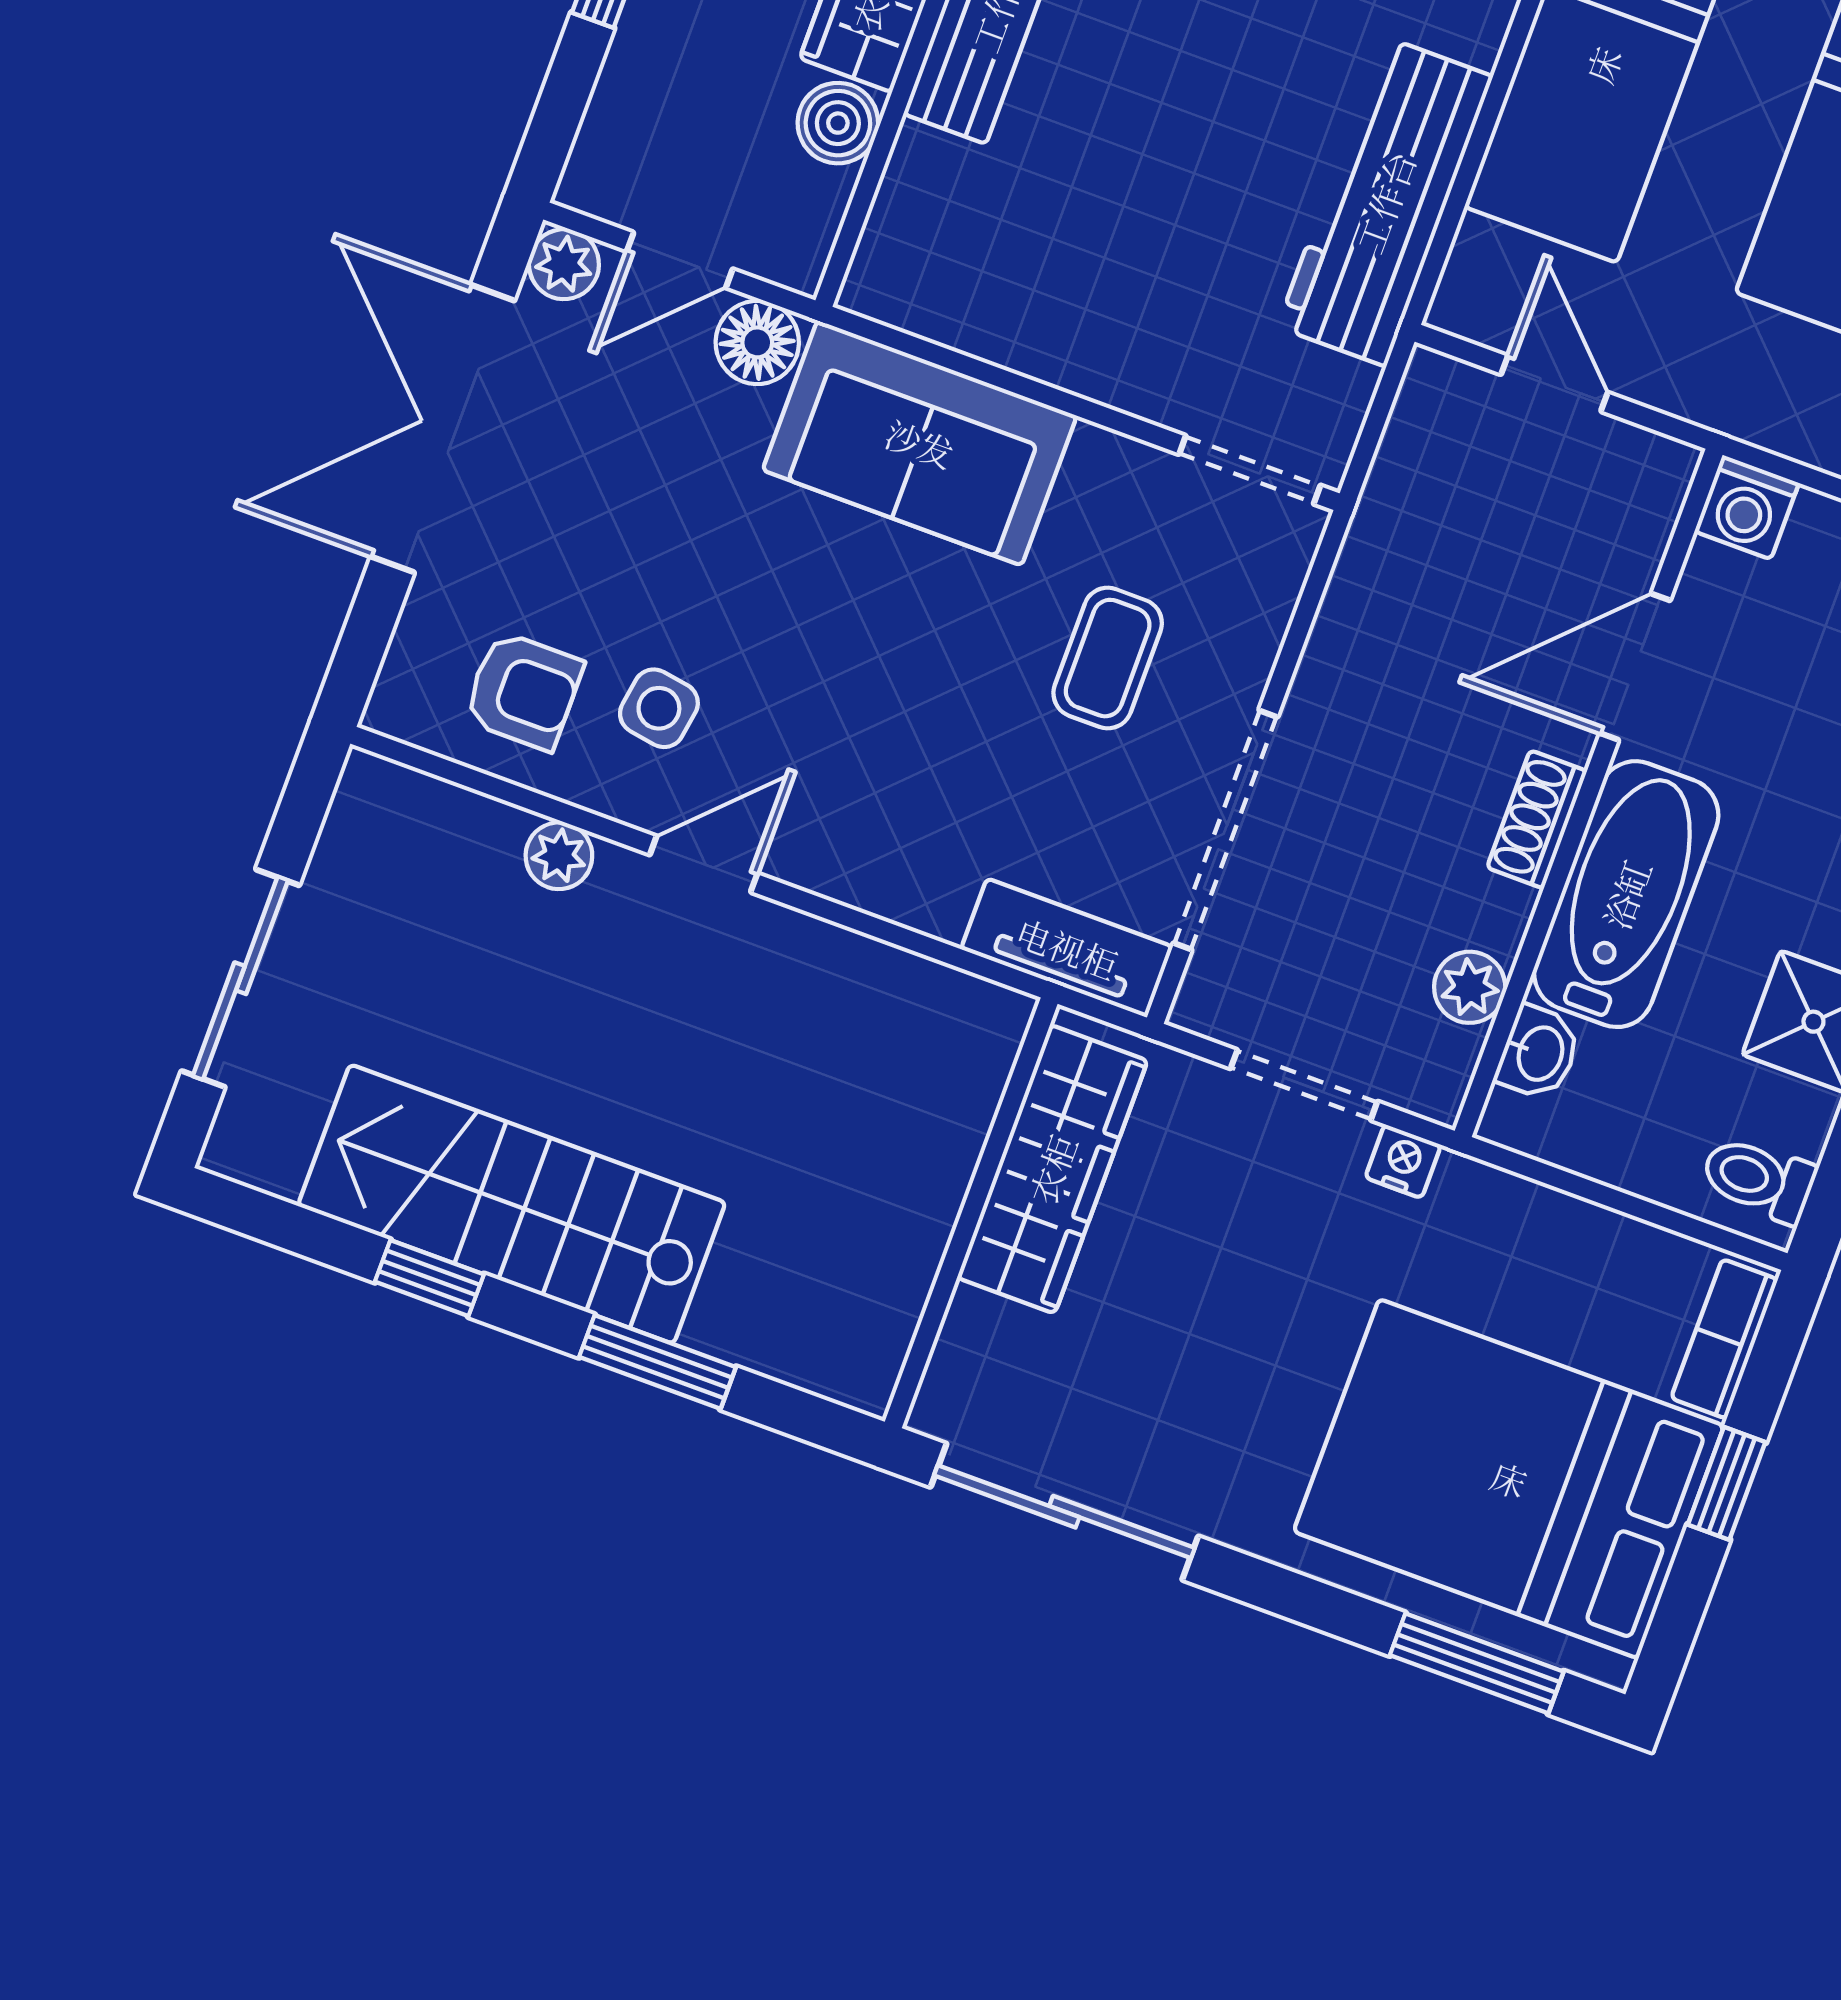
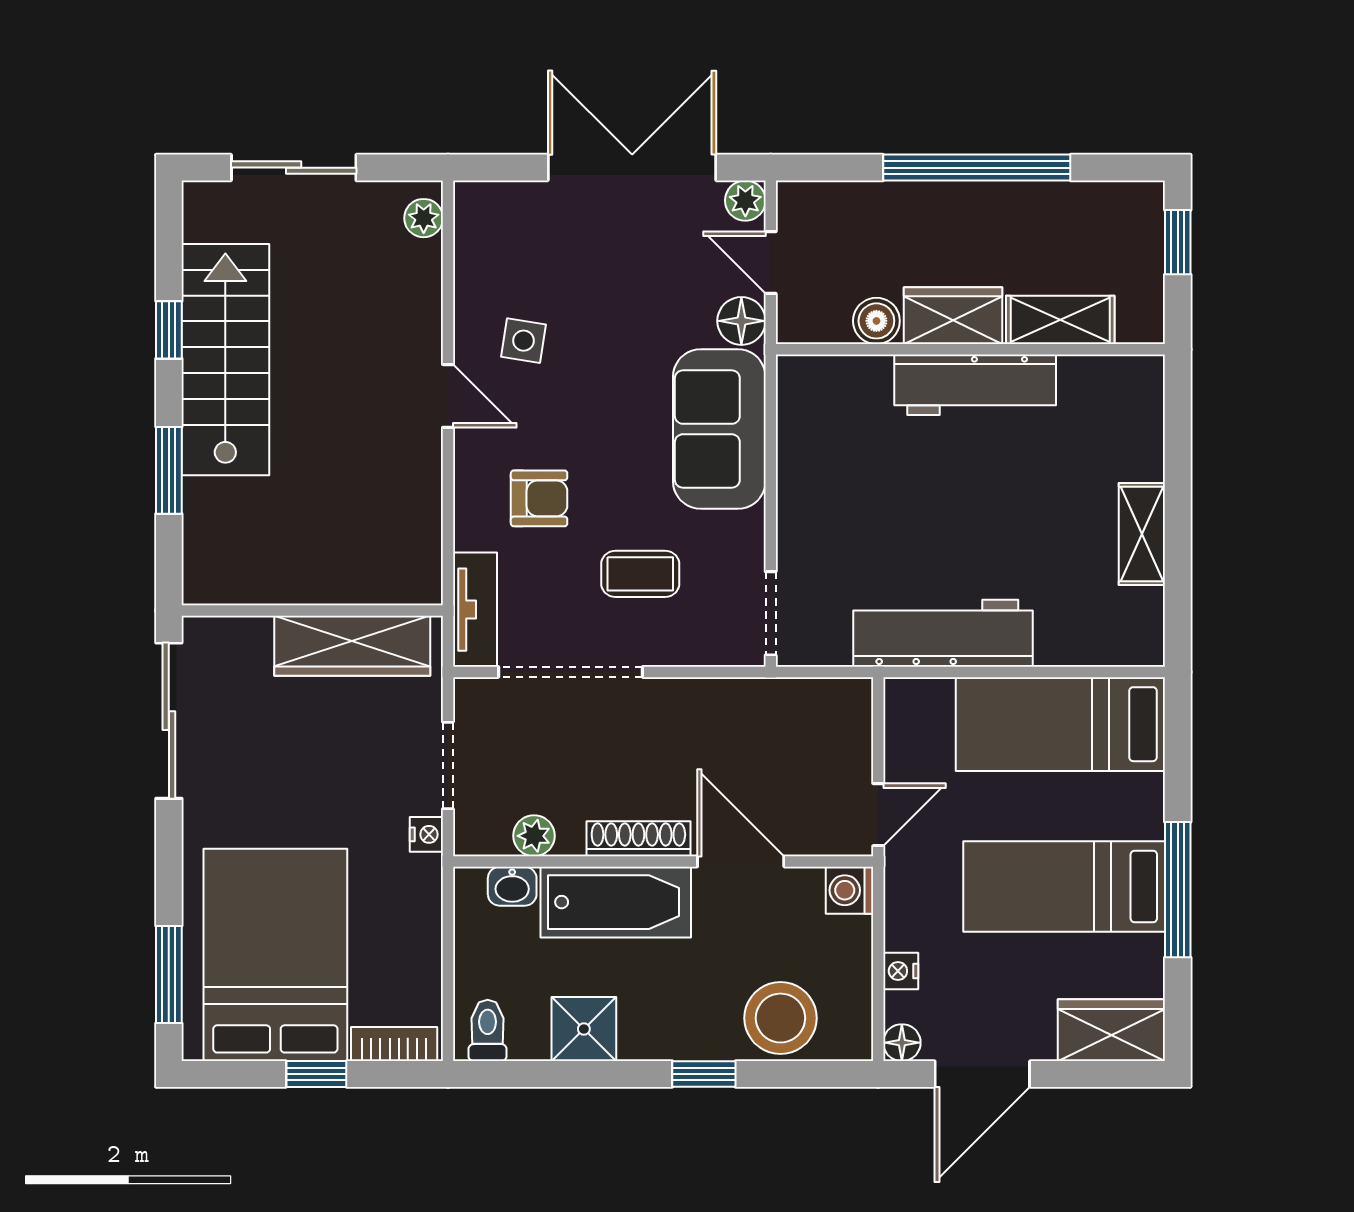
door: (1554, 383) -> (878, 815), moved
armchair: (523, 691) -> (539, 498), moved, turned -90
shoe rack: (1537, 819) -> (638, 839), width x1.43
plant: (559, 856) -> (424, 218), moved

